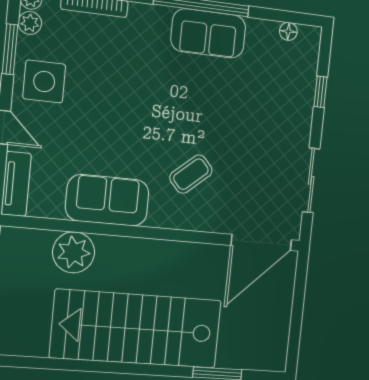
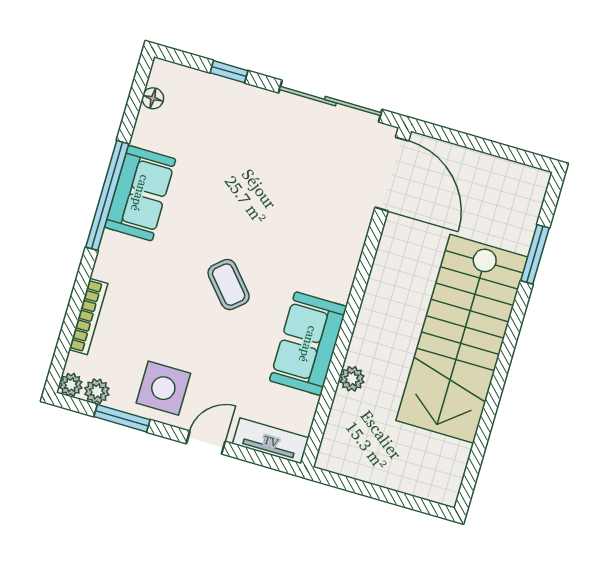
coffee table: (191, 174) -> (229, 285), moved
sliding door: (311, 180) -> (330, 101), width x1.37
plant: (74, 252) -> (352, 379), width x0.53, depth x0.53

